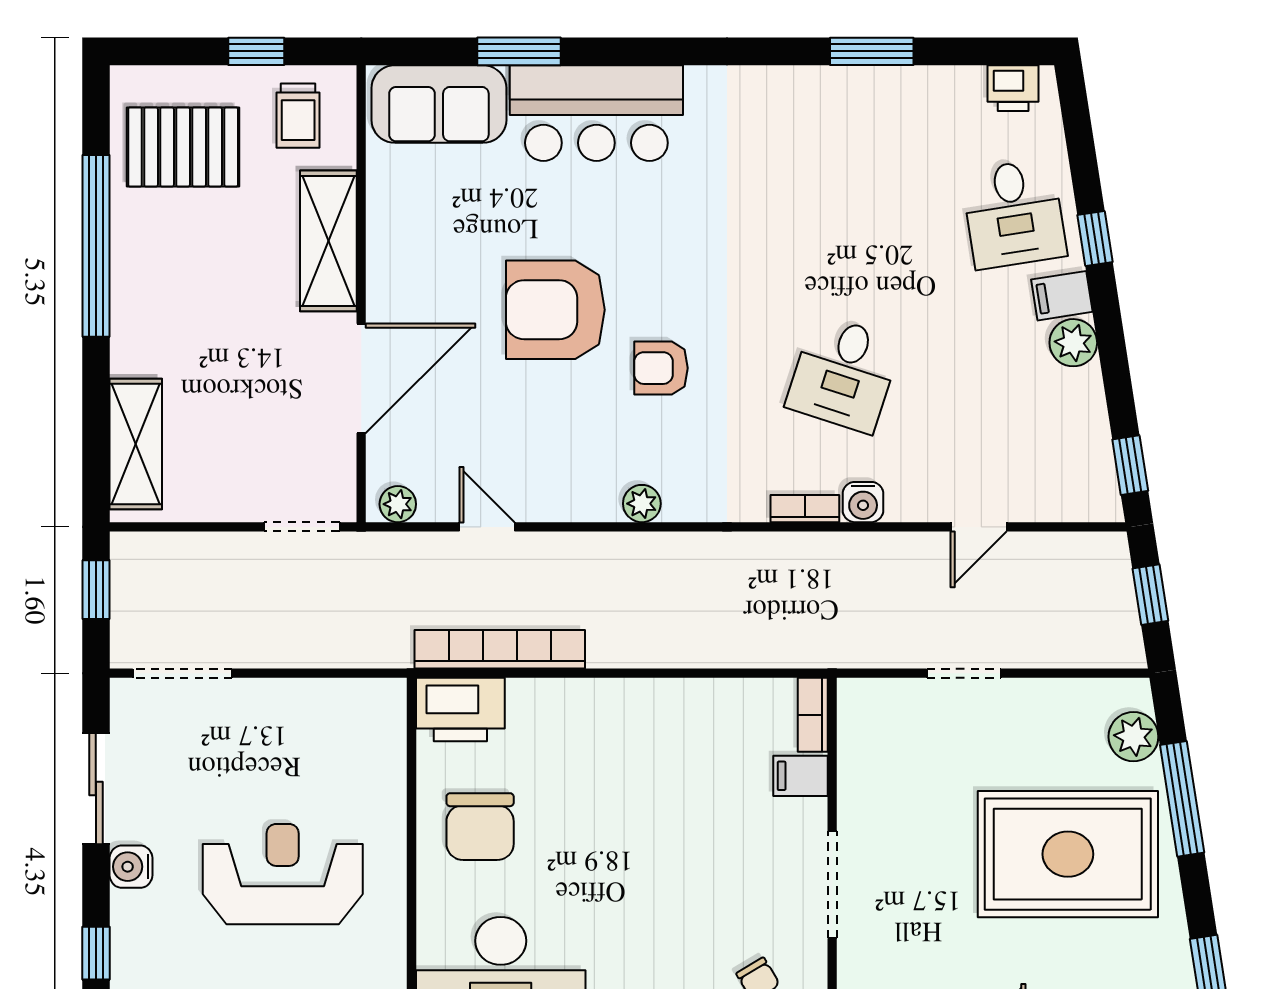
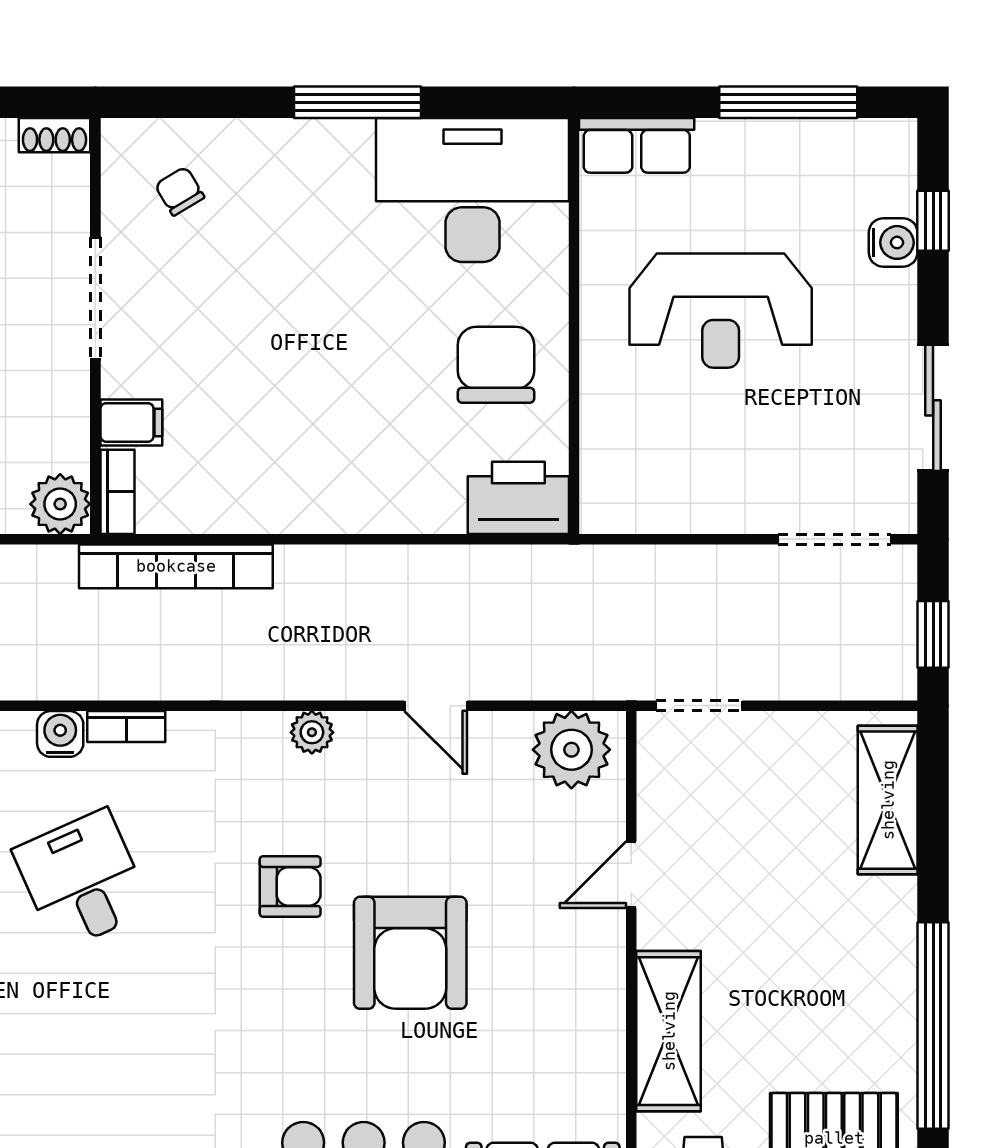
armchair: (555, 310) -> (410, 953), turned 90
desk: (844, 374) -> (82, 880), turned -42
door: (361, 378) -> (631, 875), width x0.53
plant: (398, 504) -> (571, 750), width x1.87, depth x1.87
door: (487, 527) -> (436, 706), moved
bookcase: (500, 649) -> (176, 566), moved
plant: (863, 704) -> (60, 504), added
water cooler: (131, 867) -> (893, 242), moved

